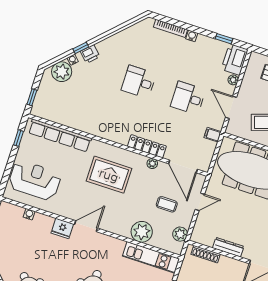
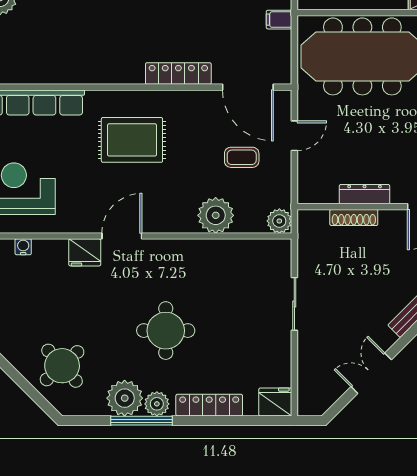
plant: (152, 163) -> (196, 99), removed
plant: (180, 234) -> (279, 221), moved
shoe rack: (206, 254) -> (354, 218), moved
kitchen unit: (151, 257) -> (244, 252), removed

